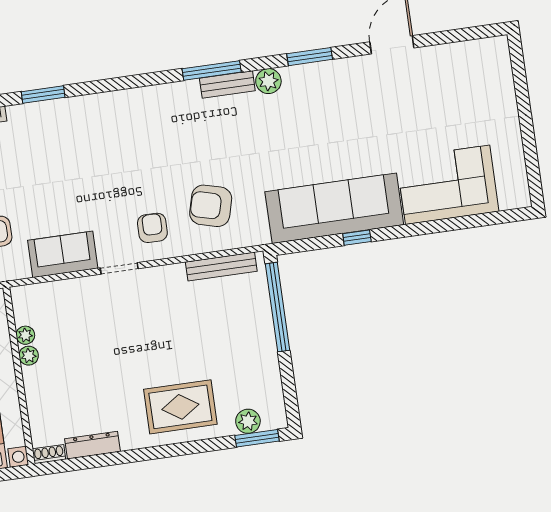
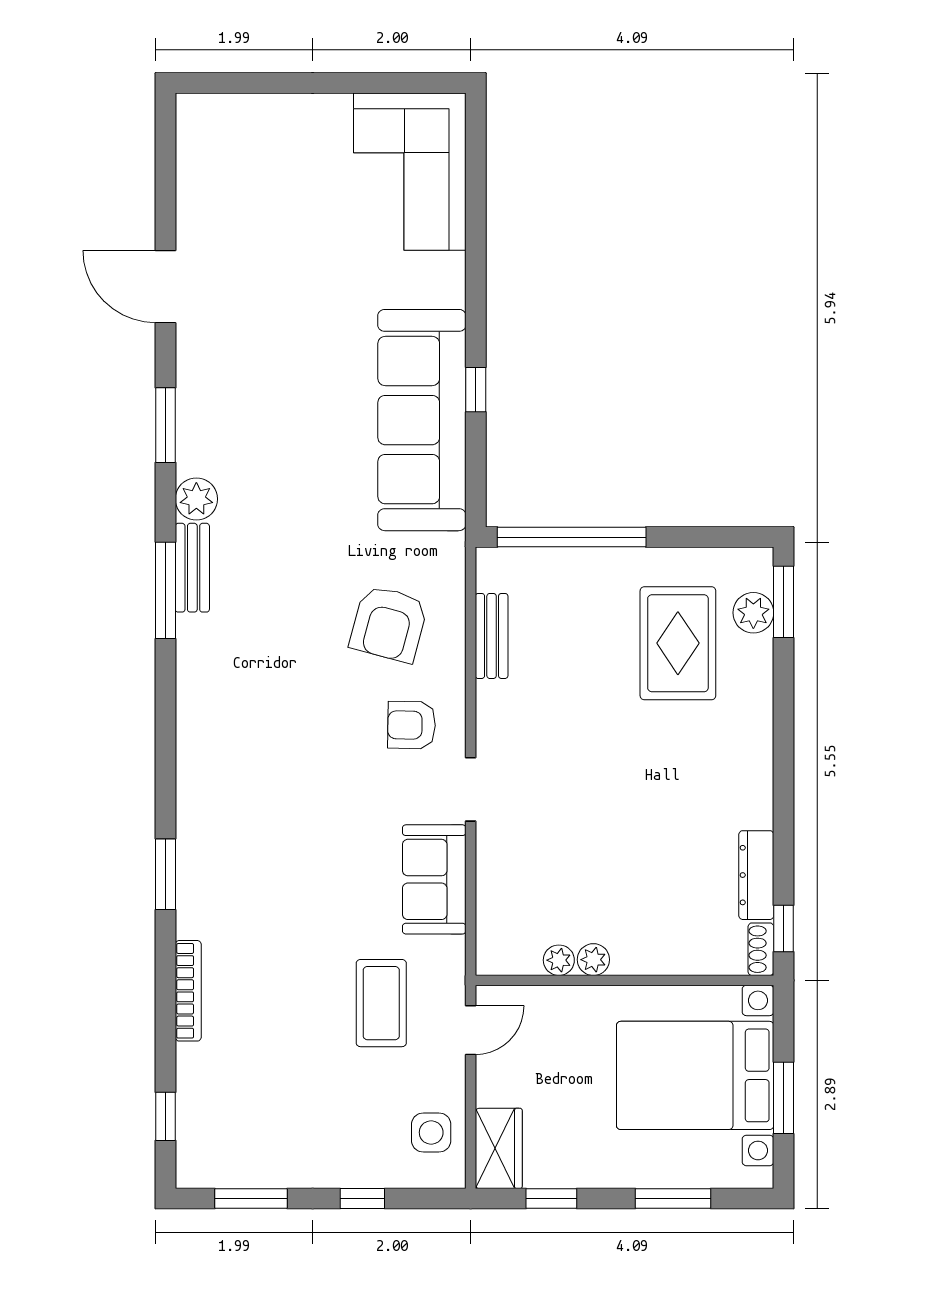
corner sofa: (448, 185) -> (410, 172), moved
bench: (221, 267) -> (492, 636), width x0.73
rug: (180, 407) -> (678, 643), moved
window: (63, 466) -> (784, 928), added

